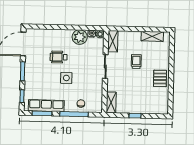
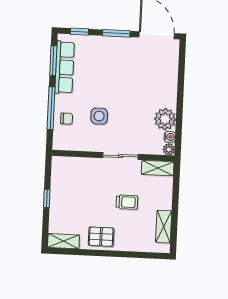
wheelchair: (59, 57) -> (136, 87), removed
side table: (66, 78) -> (99, 116), moved
shelving: (111, 102) -> (63, 241), moved

